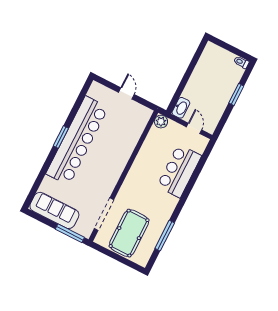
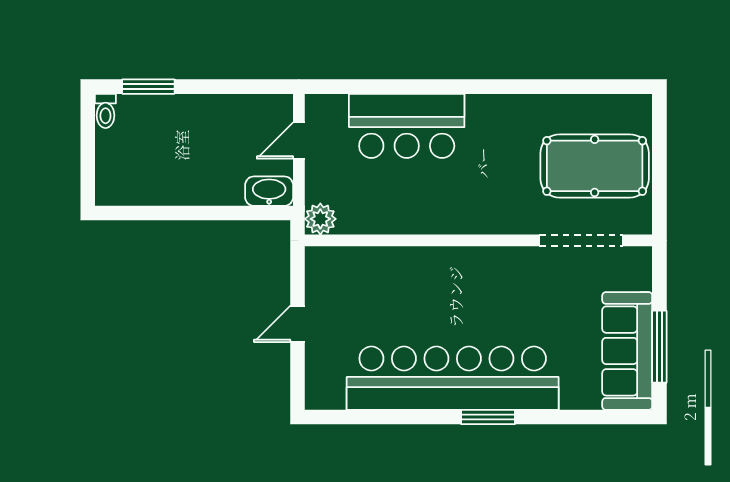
window: (236, 94) -> (148, 87), moved
window: (61, 137) -> (488, 417), moved
window: (70, 233) -> (659, 347), moved
window: (165, 236) -> (561, 87), removed

